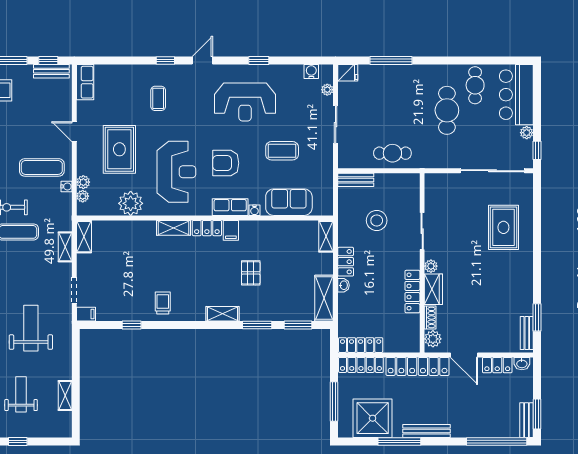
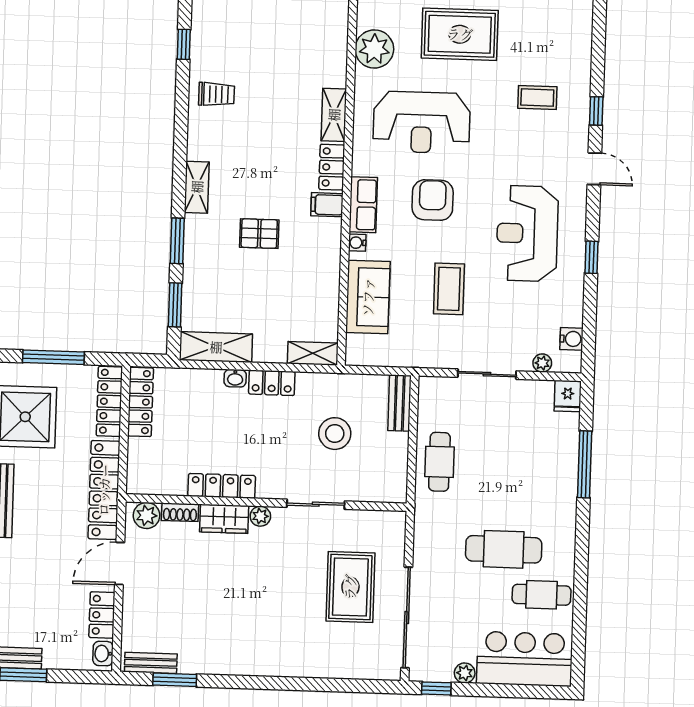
rug: (503, 227) -> (350, 587), moved, turned 90

